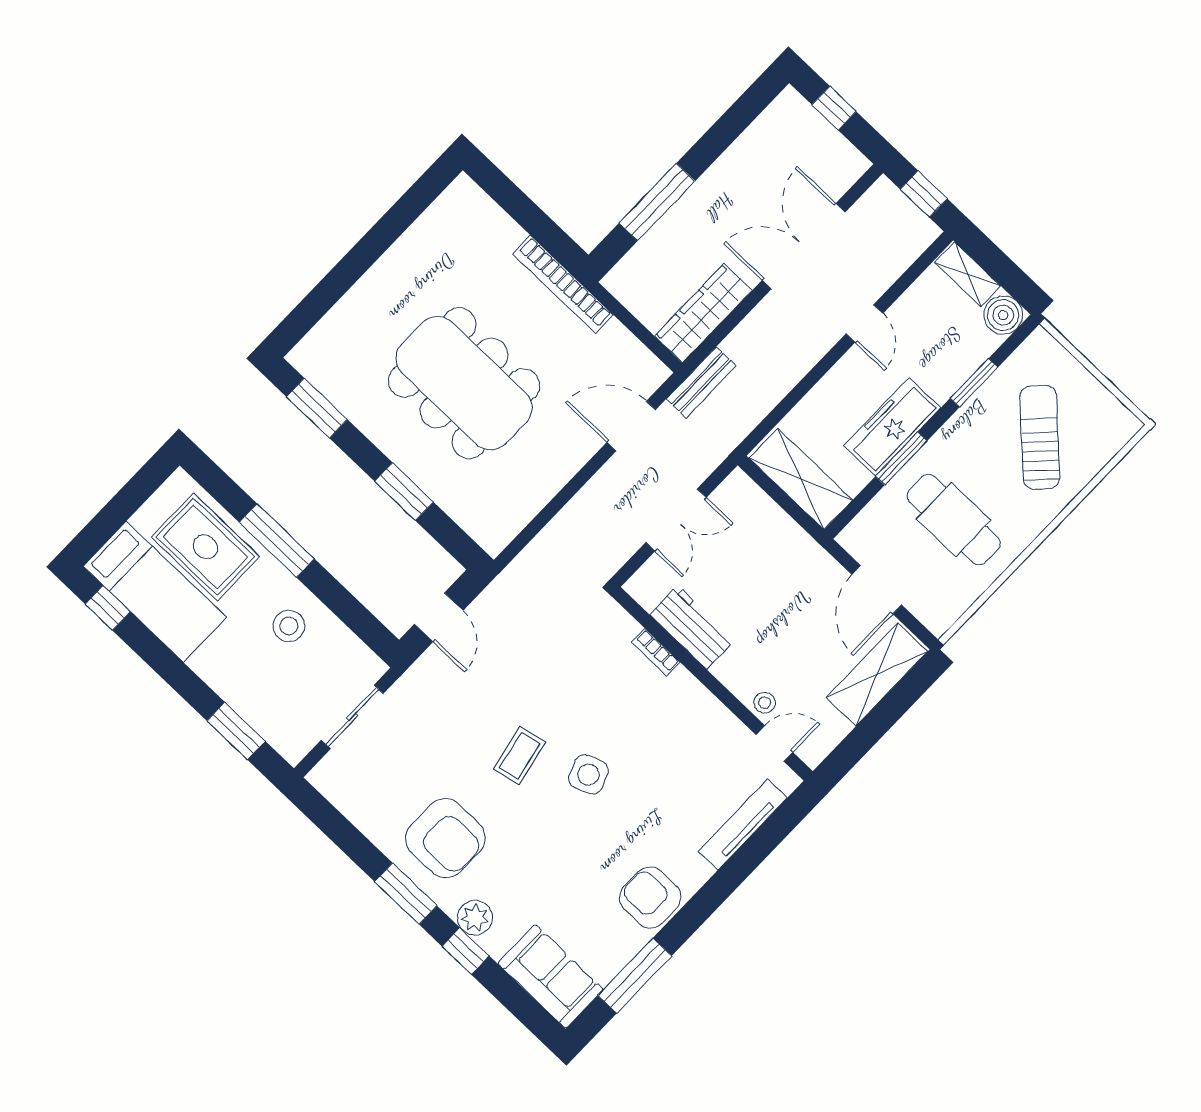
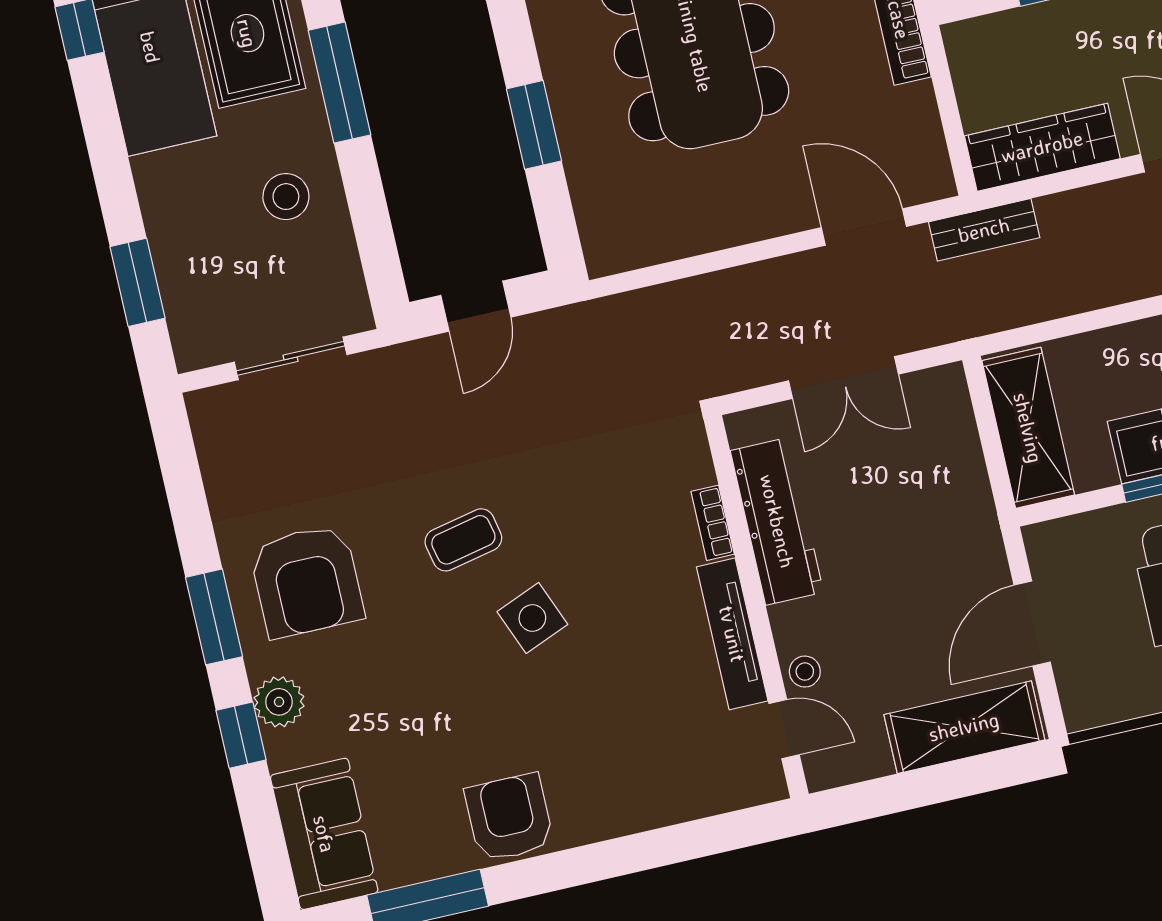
workbench: (692, 627) -> (777, 521), width x1.38
tv unit: (743, 825) -> (732, 634), moved, turned -90

